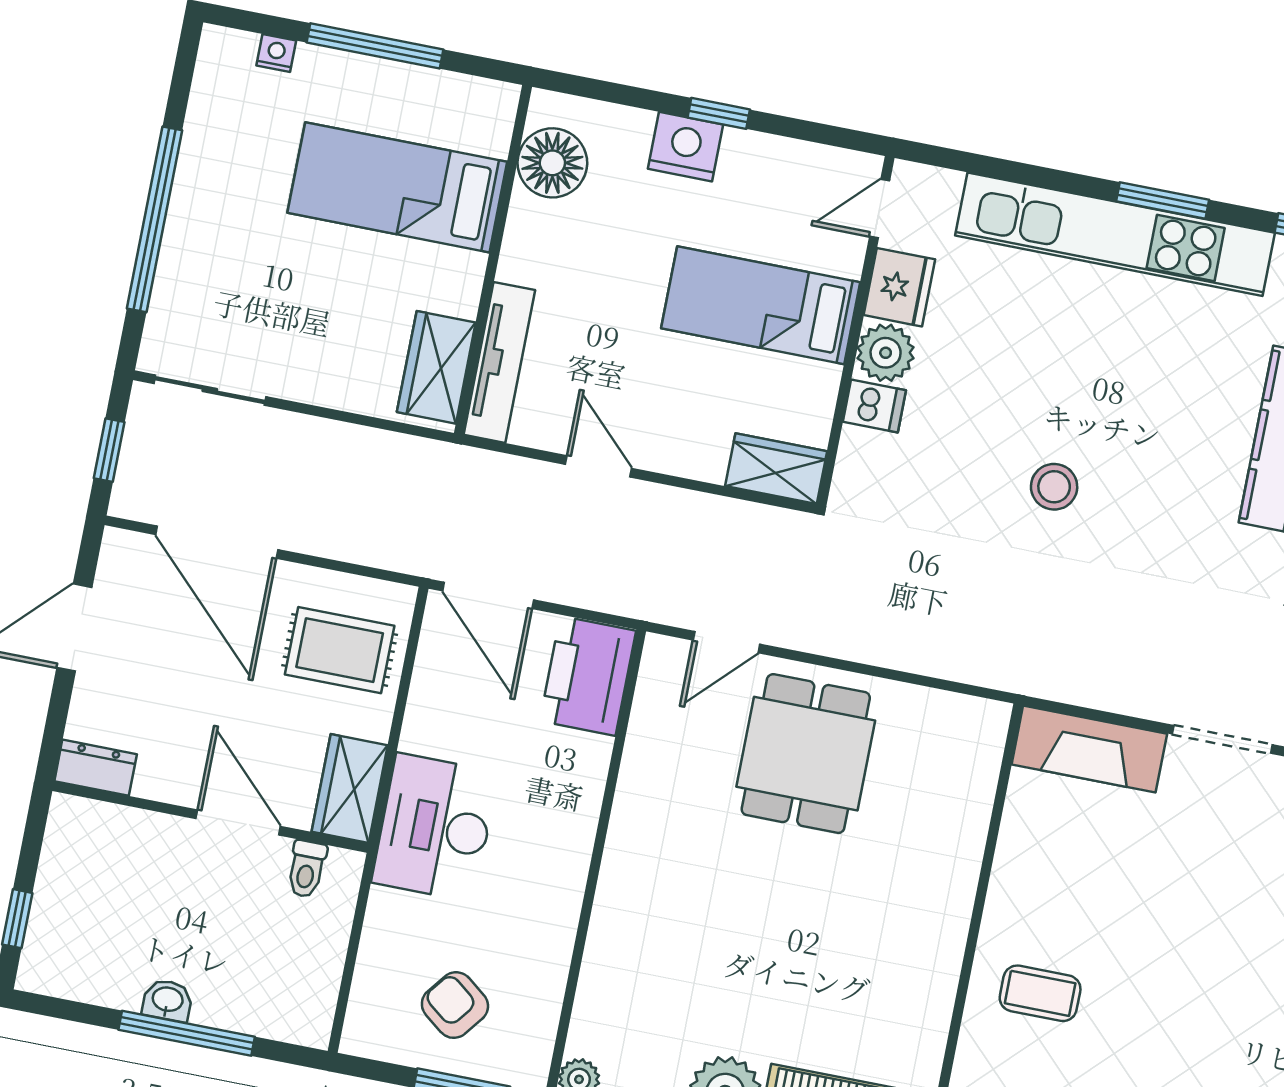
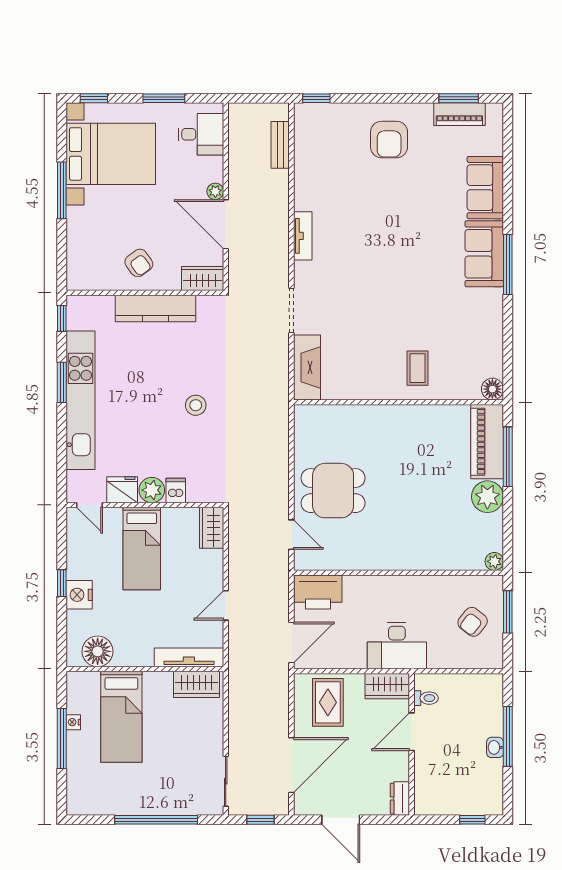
nightstand: (276, 53) -> (73, 722), moved

